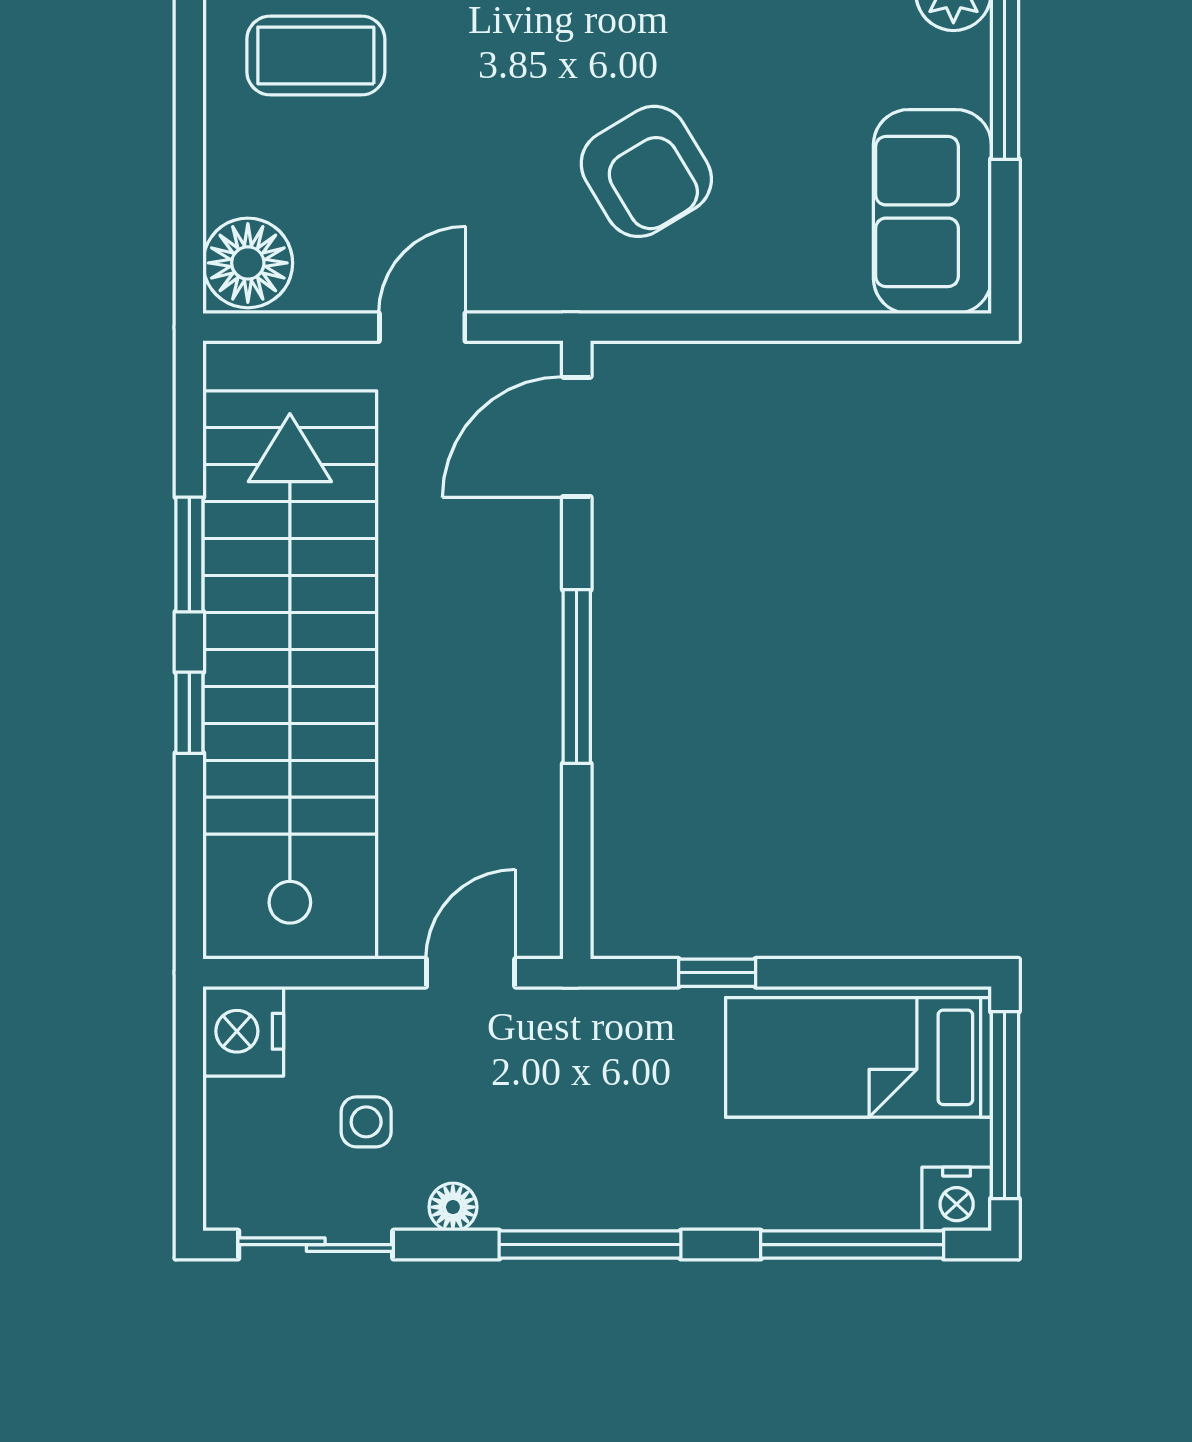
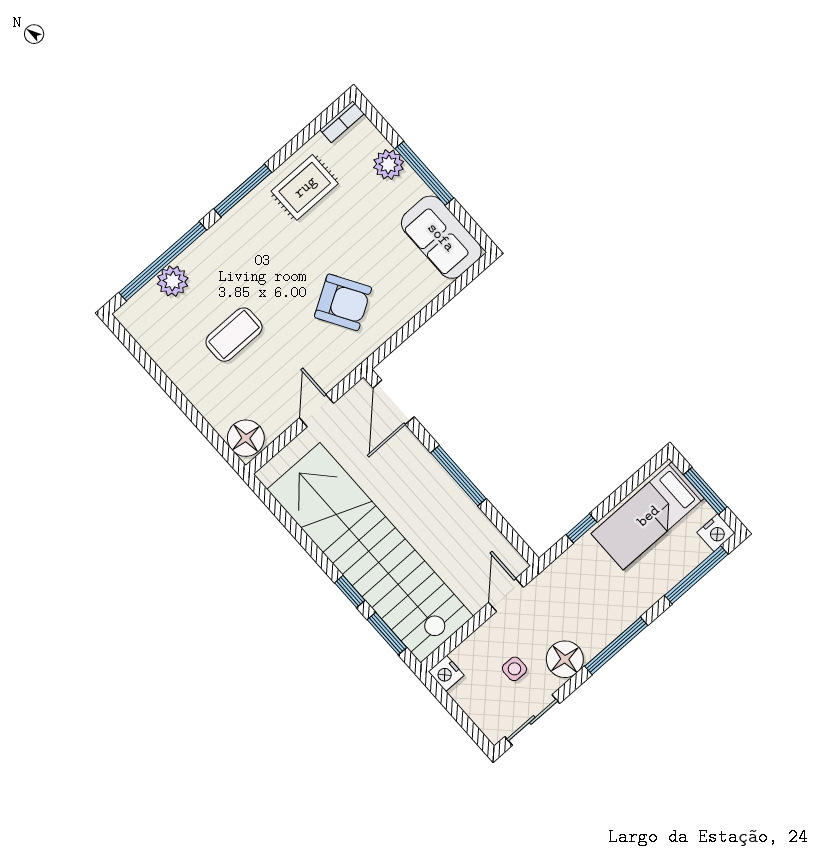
coffee table: (316, 55) -> (234, 335), moved
window: (189, 555) -> (387, 634), moved
nightstand: (243, 1031) -> (446, 673), width x0.74, depth x0.75
window: (1005, 1105) -> (705, 491), width x0.69
floor lamp: (453, 1207) -> (565, 659), width x1.89, depth x1.89

